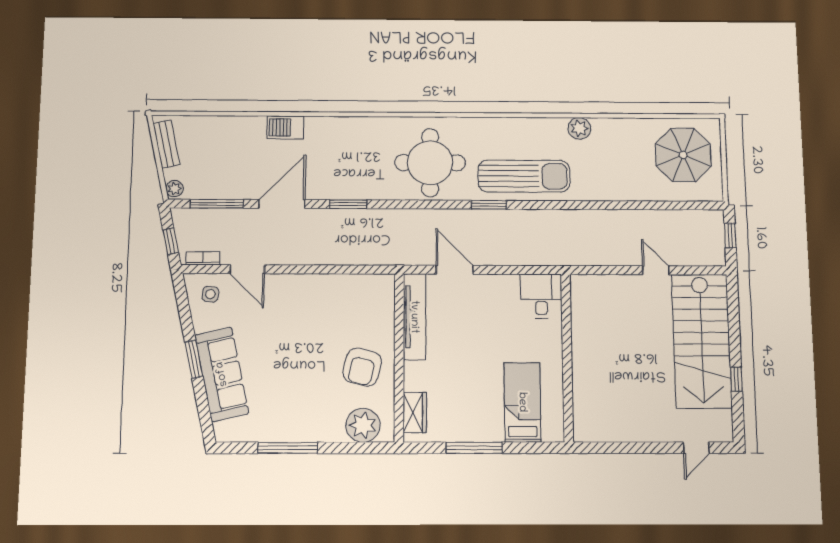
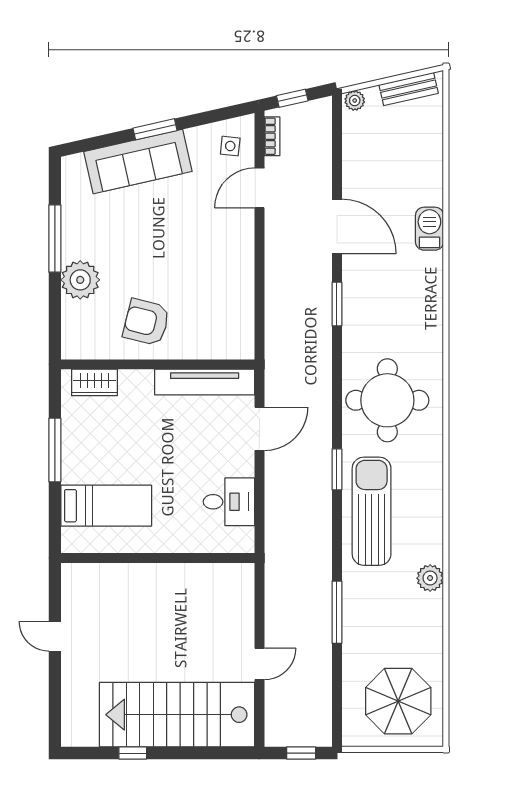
sun lounger: (524, 176) -> (372, 511), turned 180
window: (217, 204) -> (337, 612), moved
desk: (541, 296) -> (229, 502), moved
plant: (363, 425) -> (80, 280), moved
door: (696, 448) -> (55, 636), moved

